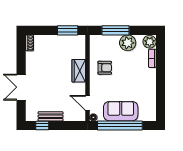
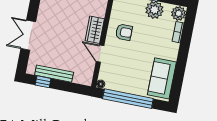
door: (87, 103) -> (100, 54), moved
sofa: (121, 111) -> (162, 78), moved, turned -90
bench: (51, 116) -> (54, 74), width x1.36

